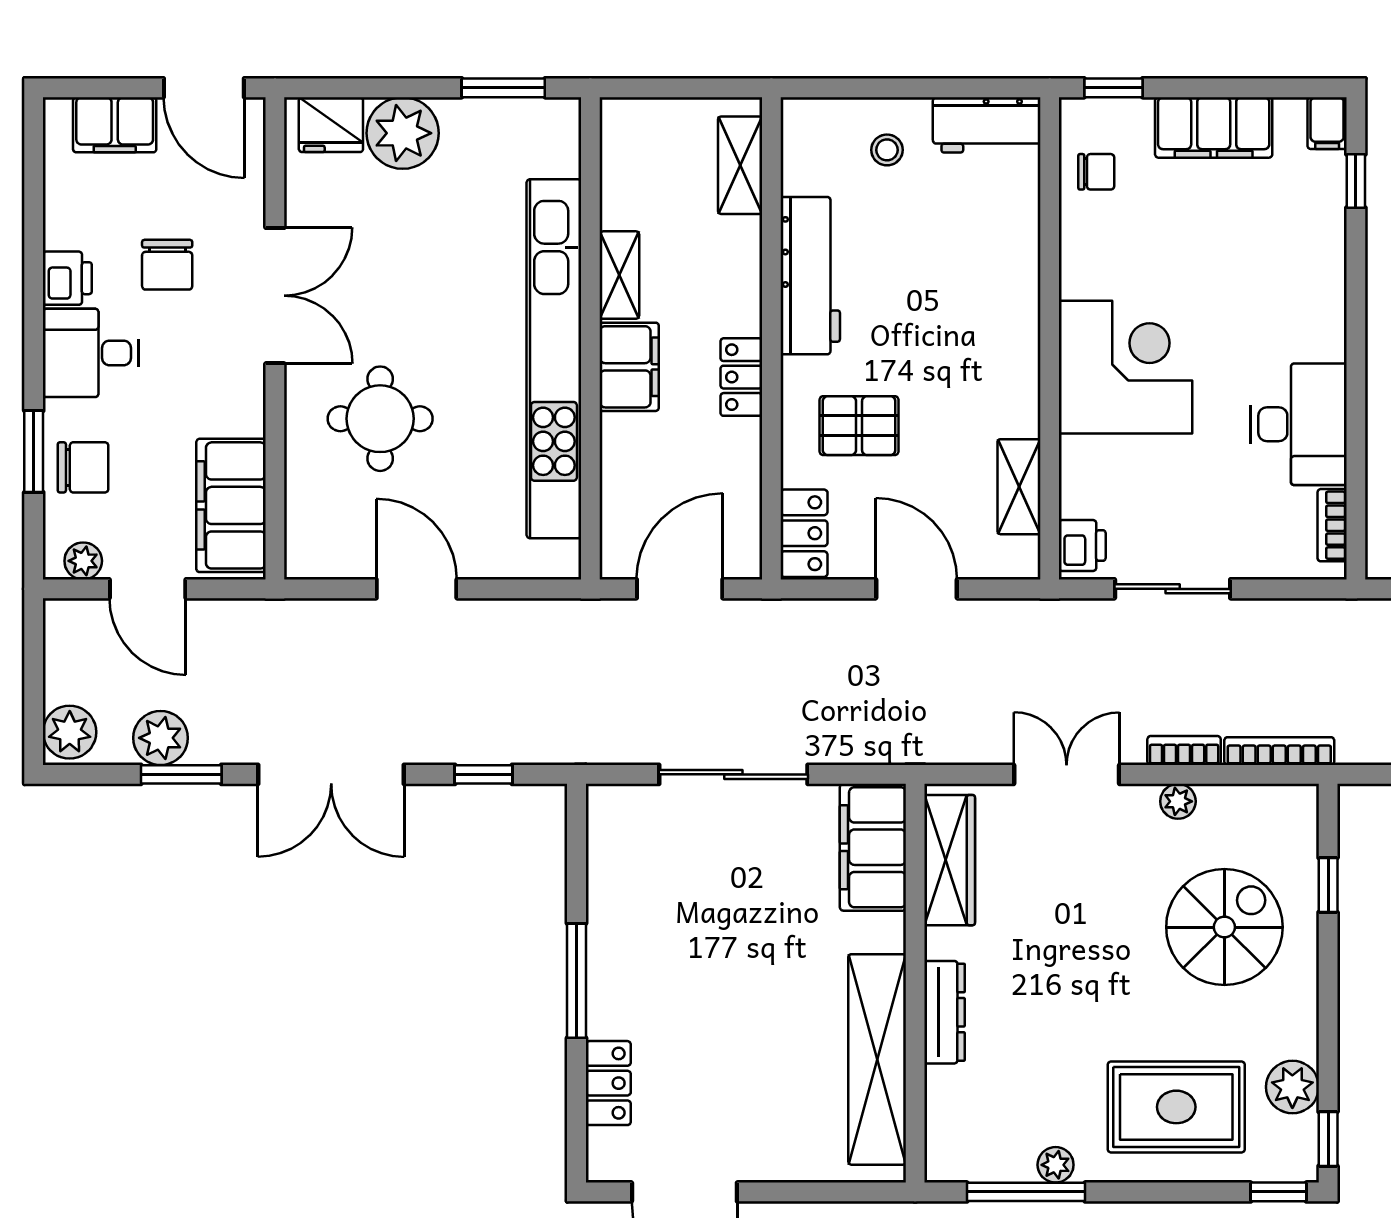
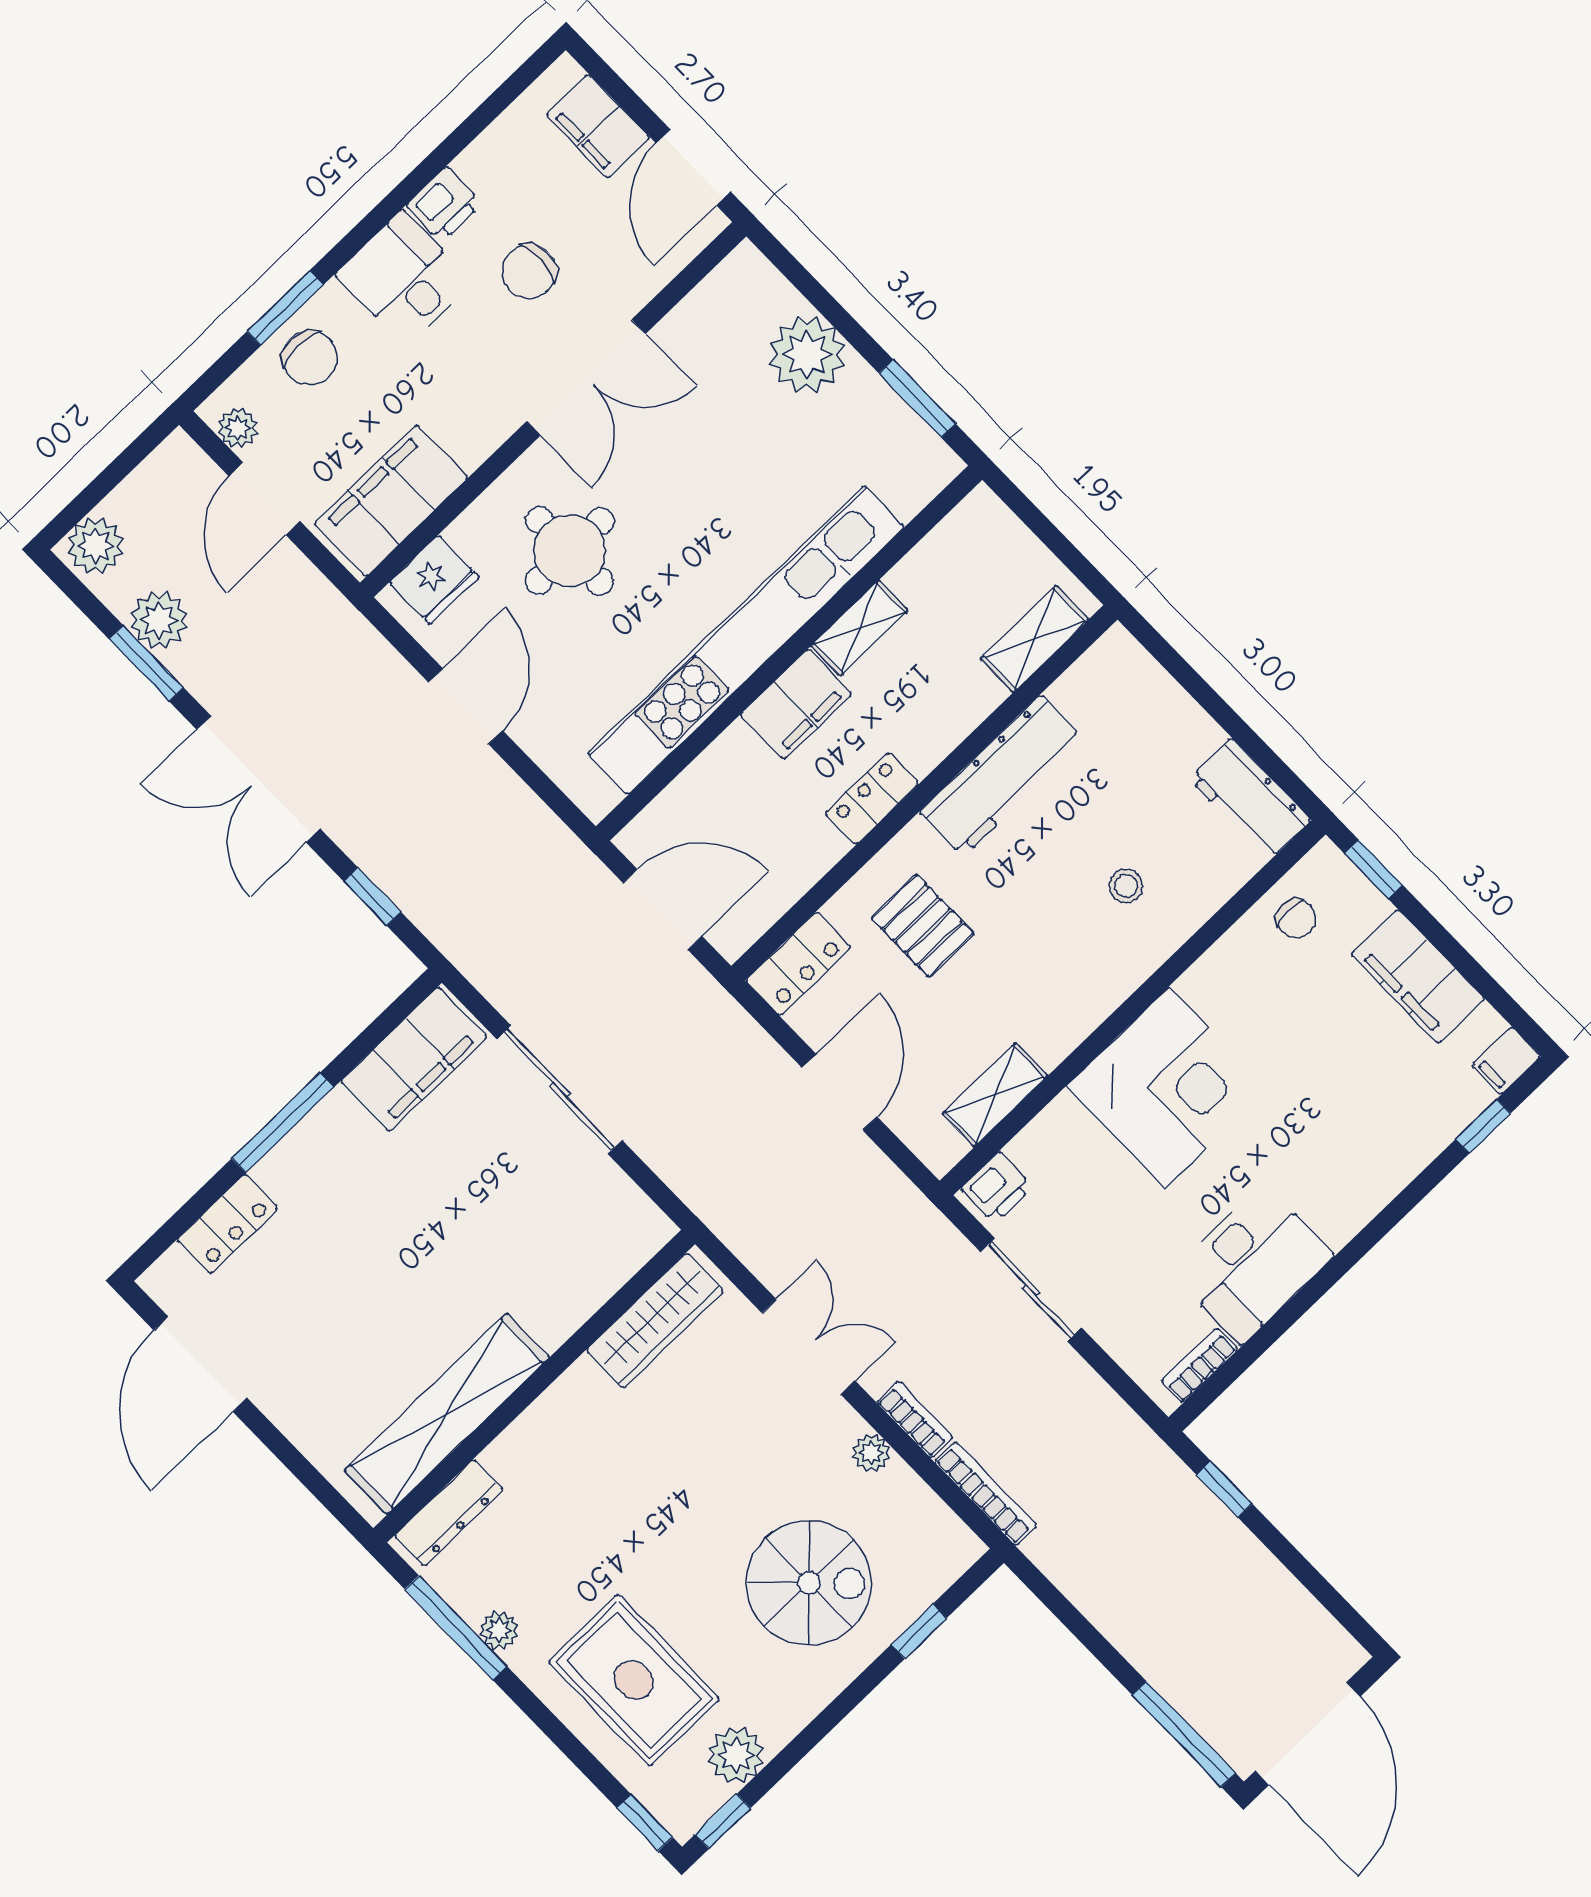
fridge: (331, 125) -> (434, 580), moved, turned -90
stool: (887, 150) -> (1126, 886), moved
filing cabinet: (873, 847) -> (414, 1059), moved, turned 180
dresser: (945, 1012) -> (449, 1513), moved

